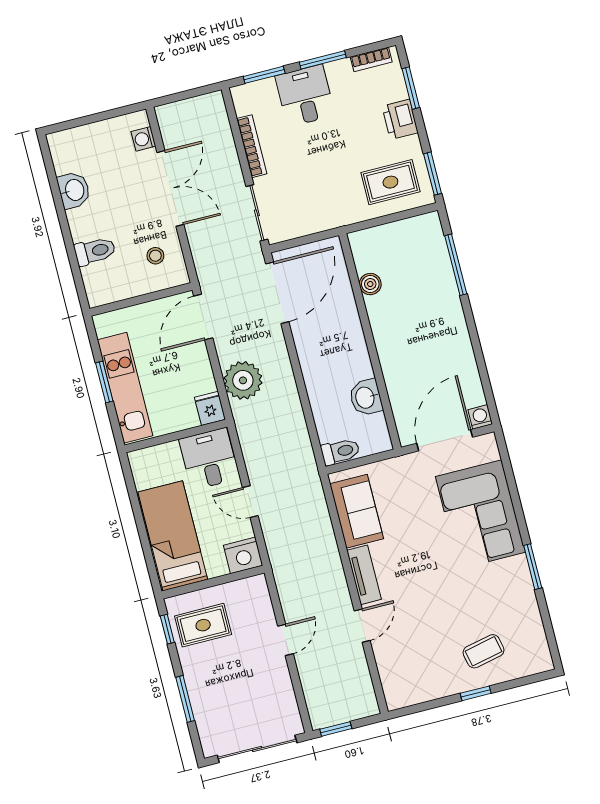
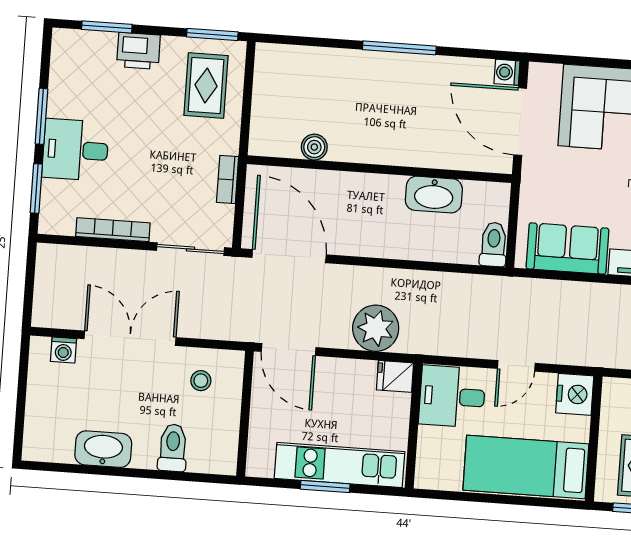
bookcase: (371, 59) -> (228, 180), moved, turned 180
washbasin: (74, 190) -> (103, 449), width x1.38
window: (456, 265) -> (399, 48), moved
washbasin: (366, 397) -> (434, 195), width x1.38

